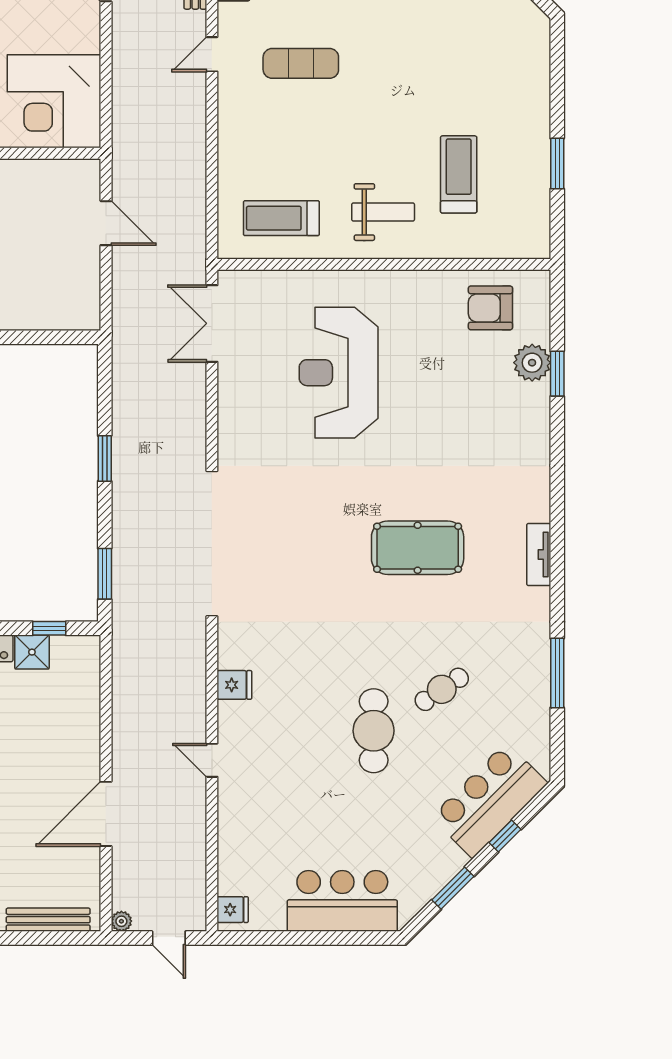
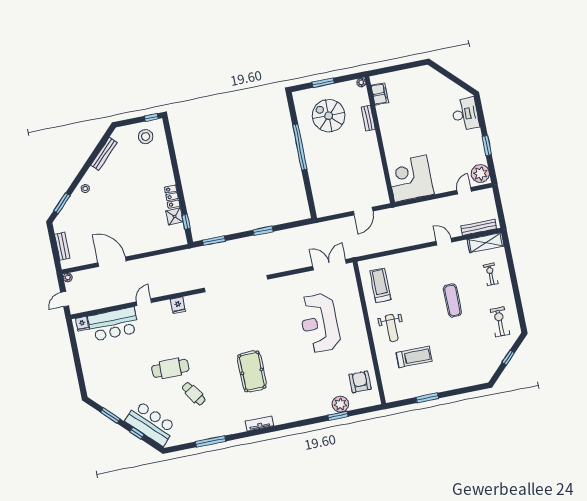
exercise mat: (301, 63) -> (452, 300), moved
reception desk: (339, 373) -> (320, 323), turned -90
bar counter: (342, 901) -> (113, 324), moved, turned 90
bench: (48, 920) -> (62, 246), width x0.73

